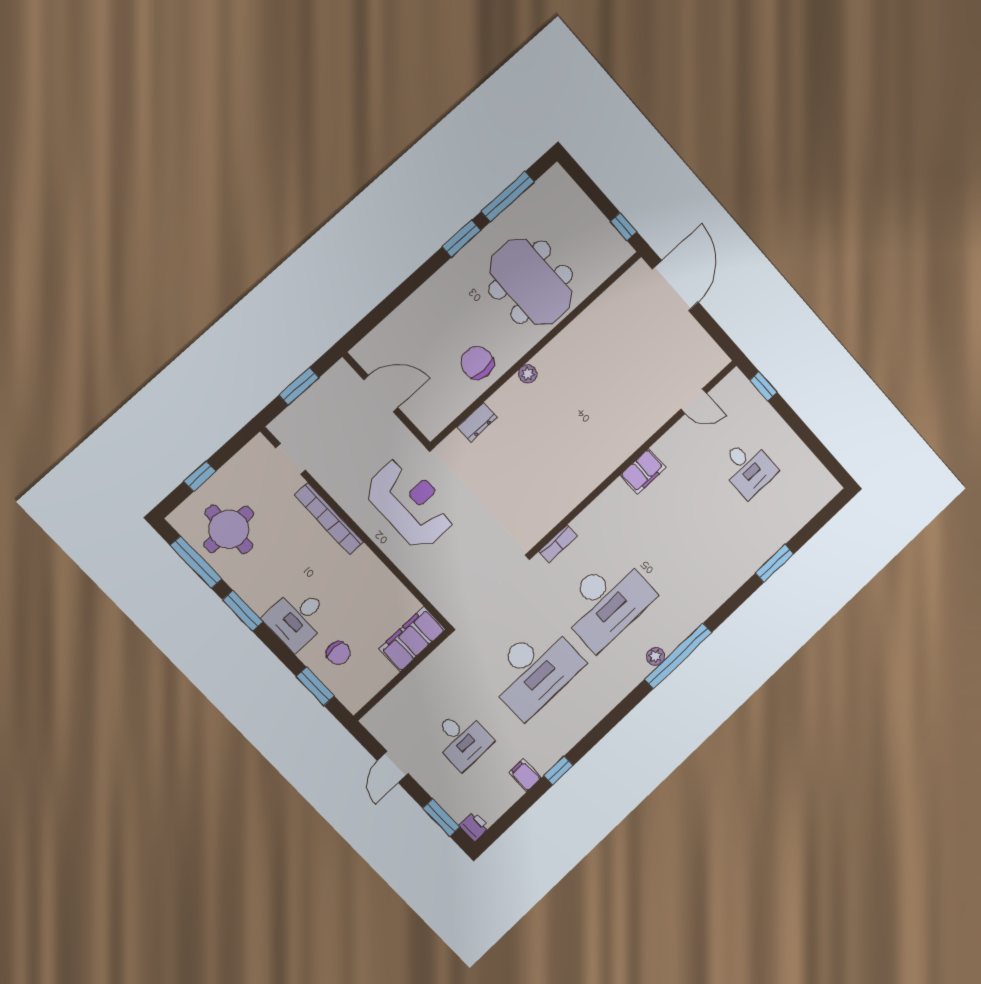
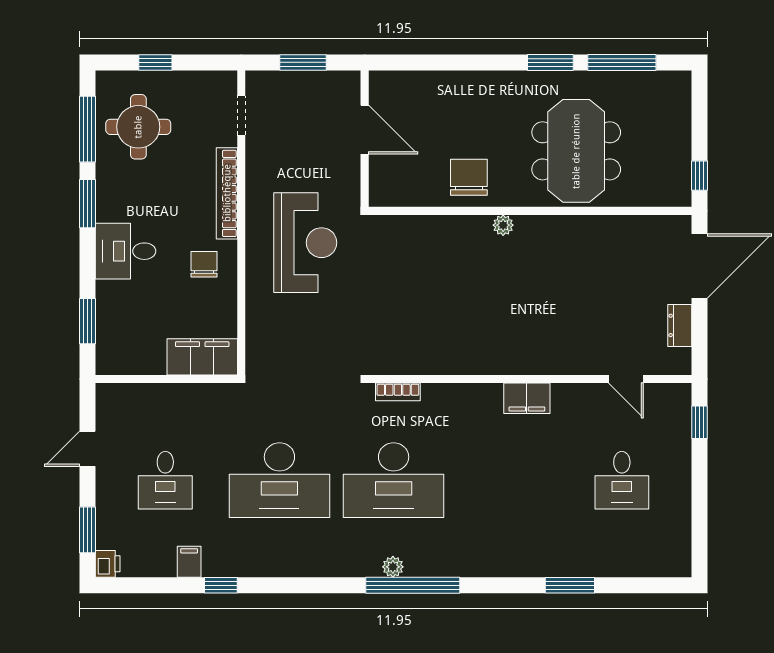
dresser: (477, 422) -> (680, 325), moved, turned 90
chair: (338, 653) -> (204, 264), moved, turned 180

